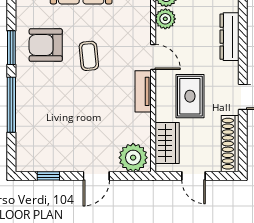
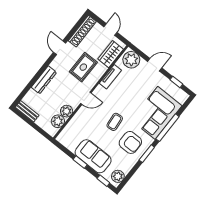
door: (153, 57) -> (86, 98), swing flipped
tv unit: (143, 91) -> (110, 77), moved
corner sofa: (42, 113) -> (156, 113), added

